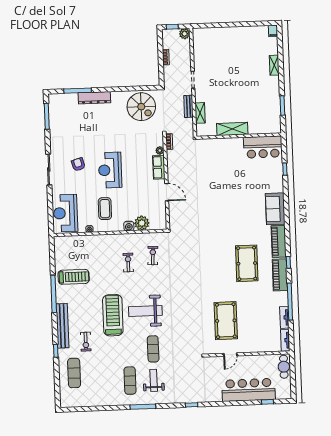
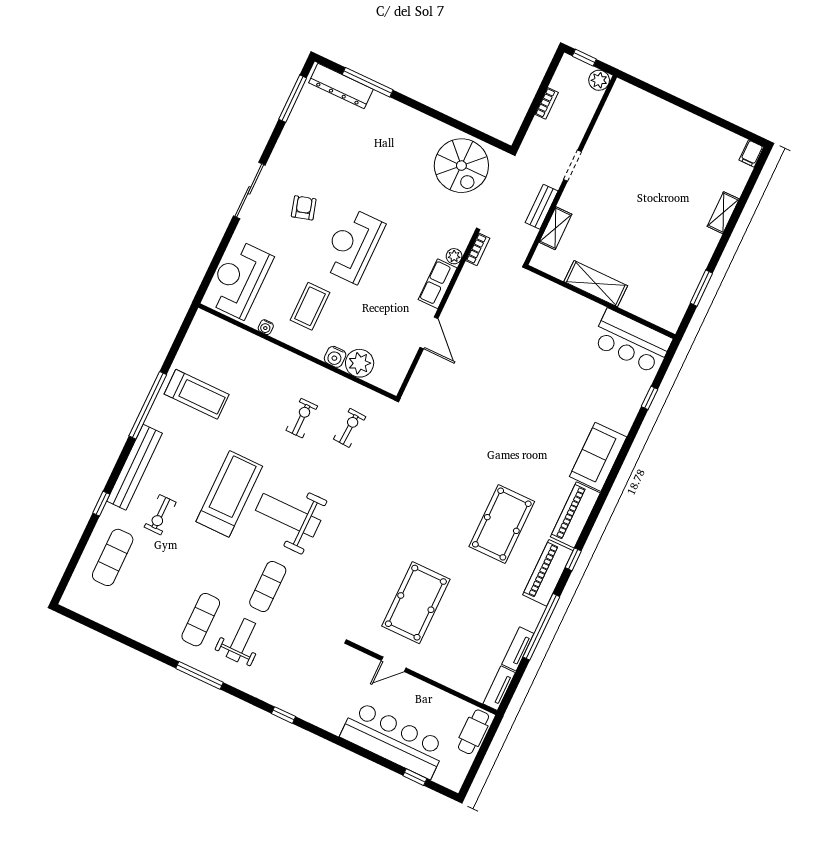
dresser: (94, 98) -> (341, 86), moved

